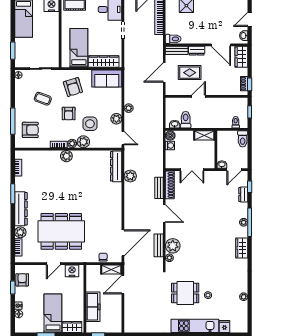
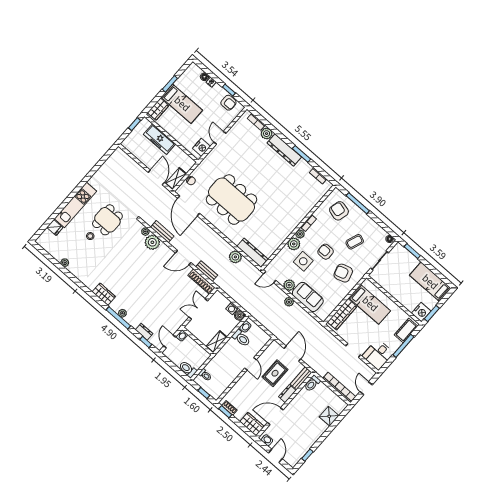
sofa: (107, 78) -> (308, 297), moved, turned 90
armchair: (30, 130) -> (339, 211), turned 104
plant: (66, 156) -> (294, 221), removed
dining table: (61, 231) -> (231, 200), moved, turned 90

